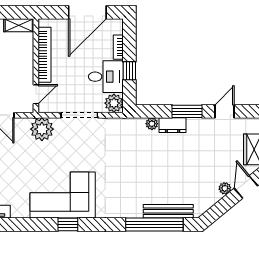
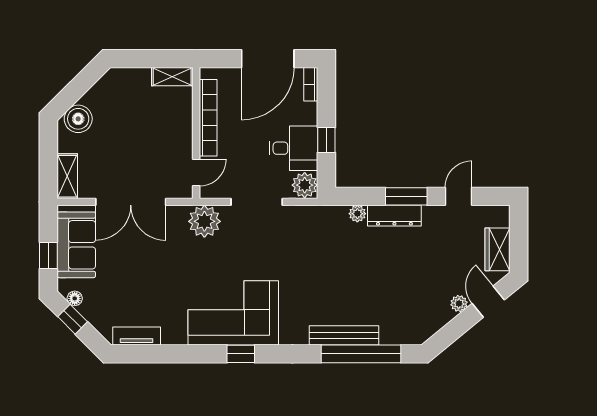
bookcase: (118, 47) -> (311, 84), moved
dresser: (173, 125) -> (394, 216), width x1.44
bench: (168, 211) -> (344, 335), moved

